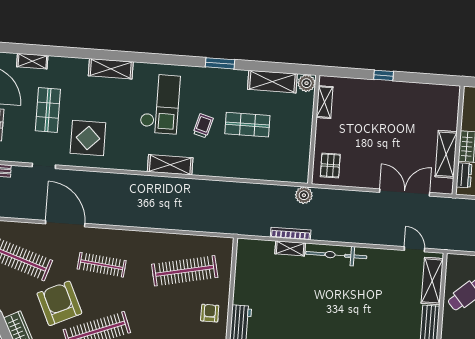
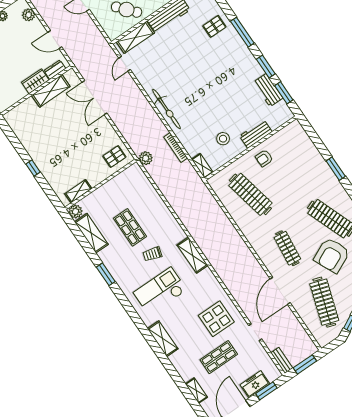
shelving: (290, 248) -> (202, 166), moved
stool: (262, 288) -> (223, 139), added

